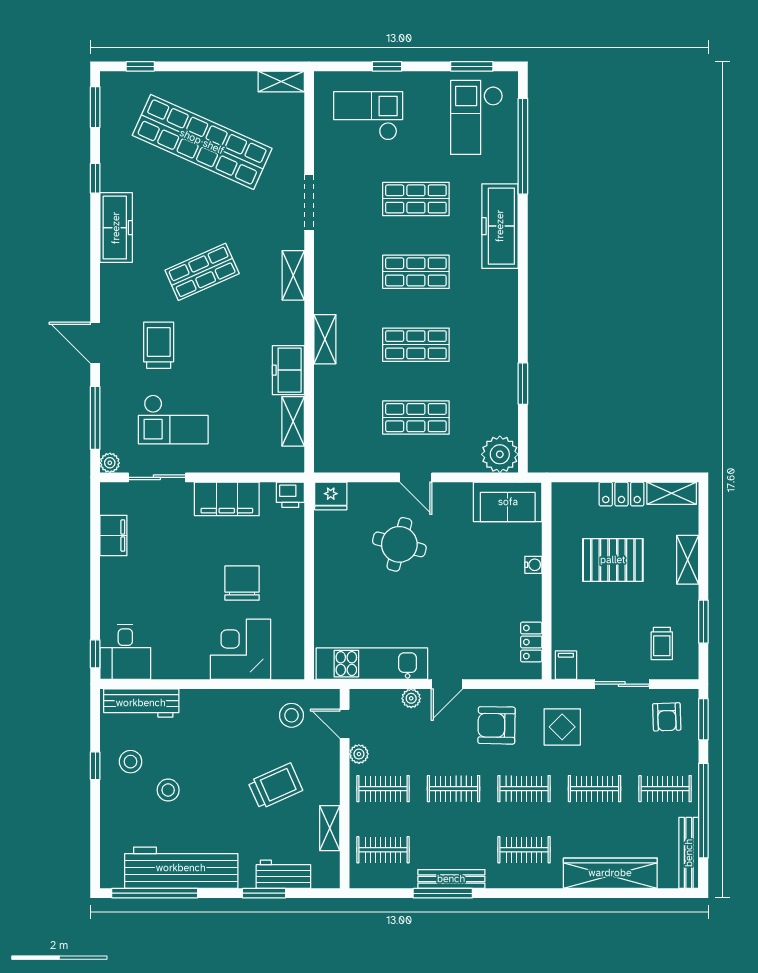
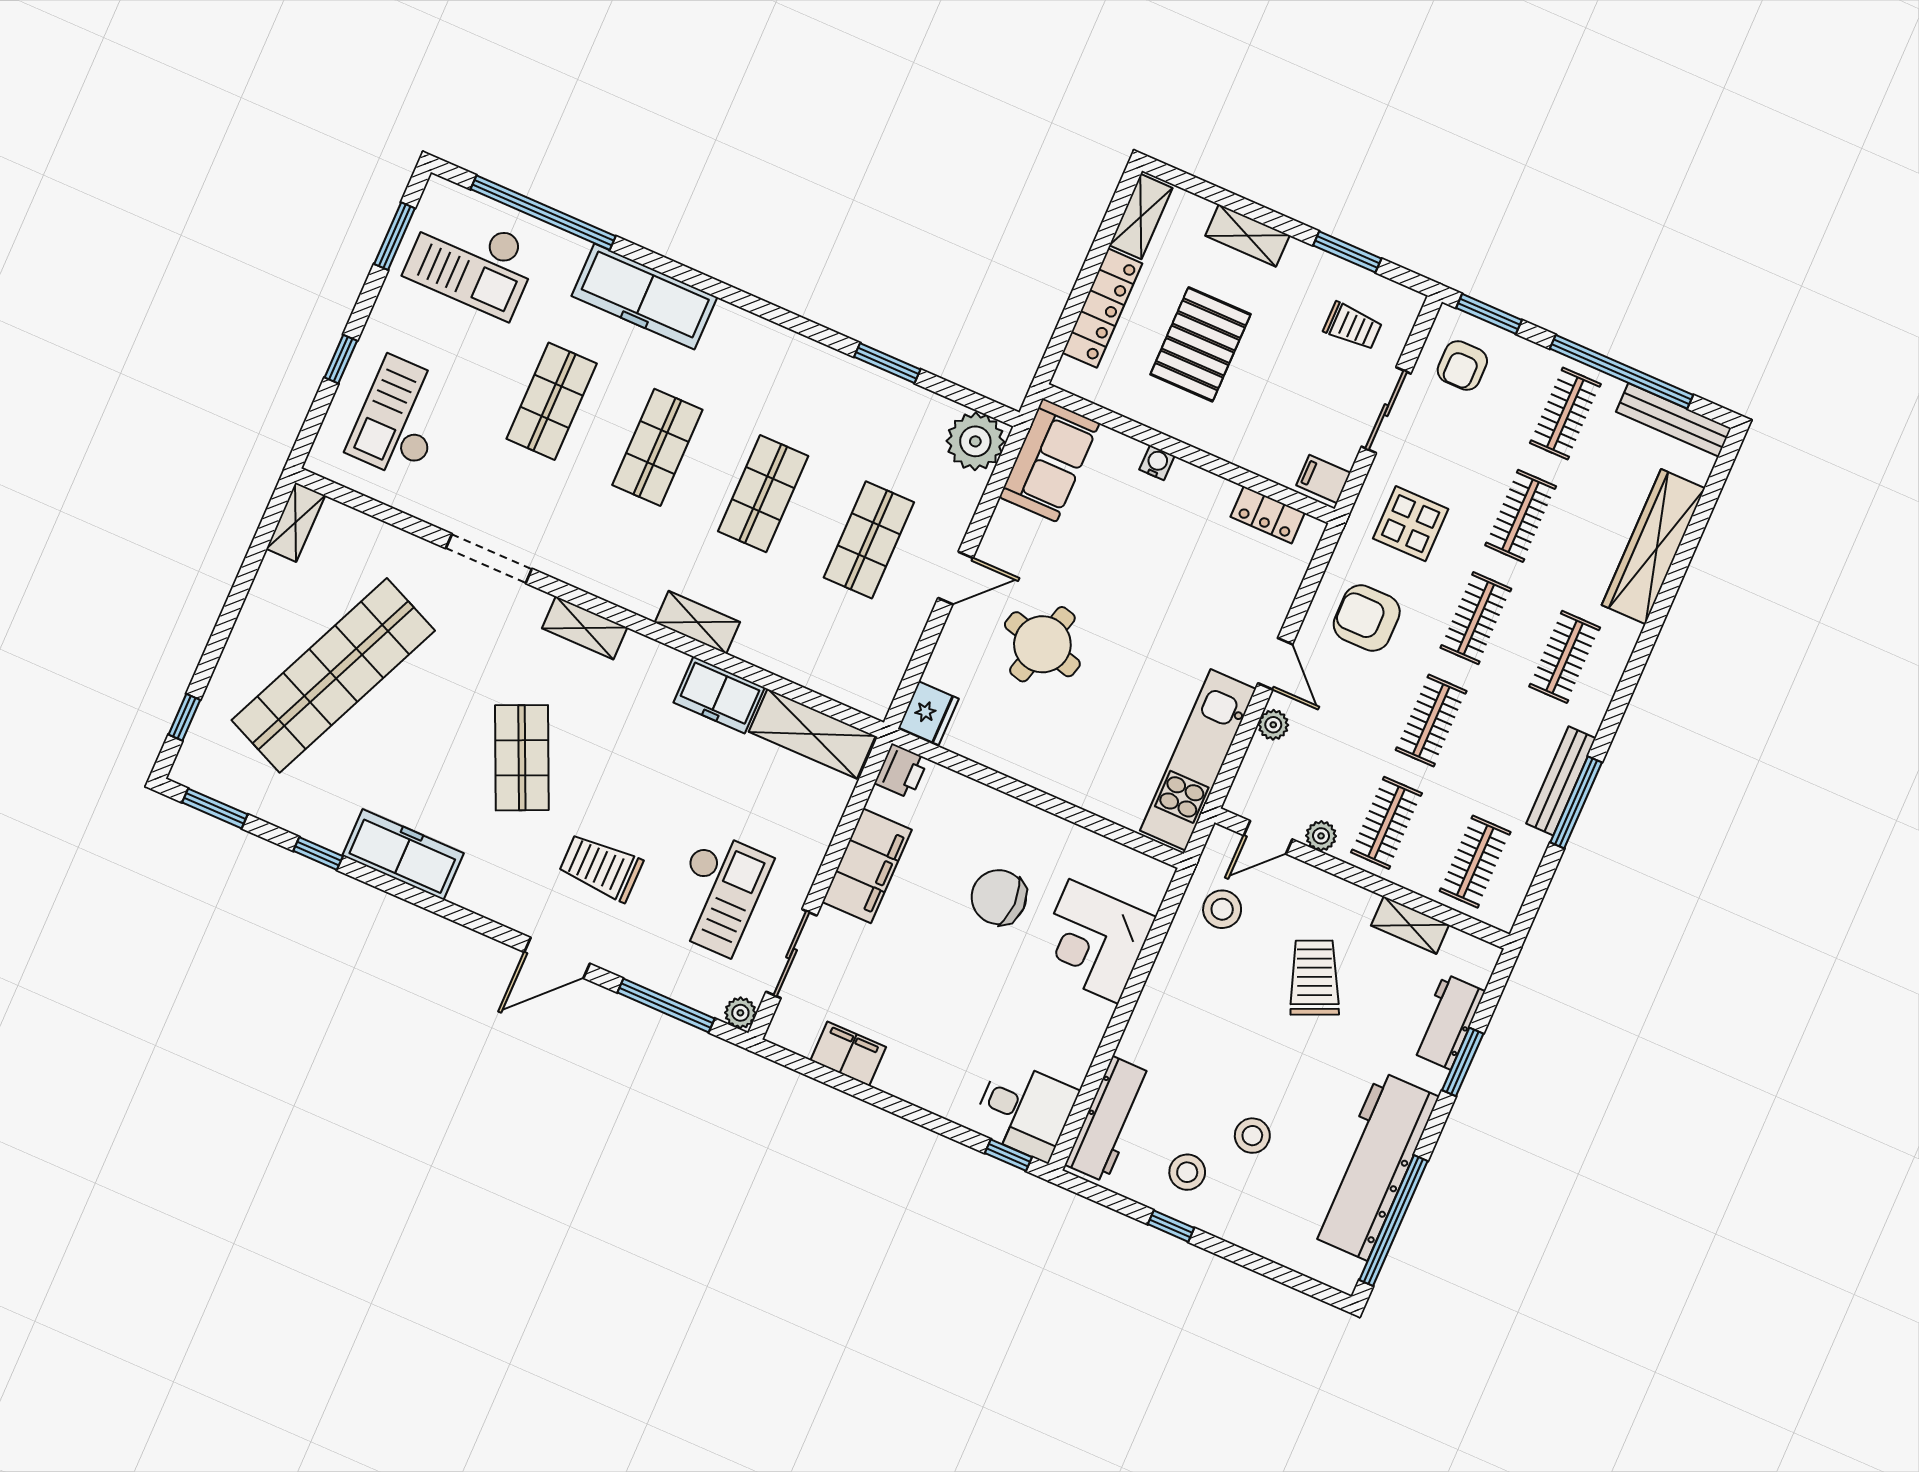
shelving: (293, 421) -> (812, 734), width x1.50, depth x1.33
locker: (621, 494) -> (1102, 308), width x1.53
armchair: (667, 717) -> (1462, 366), turned 92
armchair: (497, 725) -> (1367, 618), turned 89

